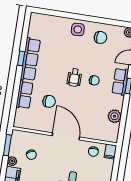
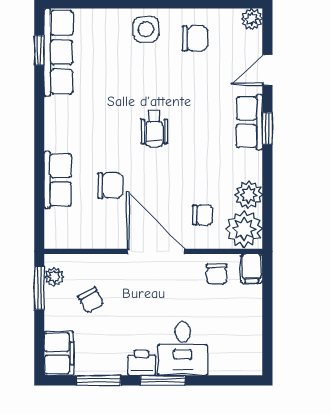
window: (21, 58) -> (39, 50), moved
row of seats: (30, 59) -> (58, 52), moved
chair: (94, 80) -> (203, 215), moved
plant: (110, 132) -> (244, 229), added
plant: (12, 161) -> (54, 277), moved

